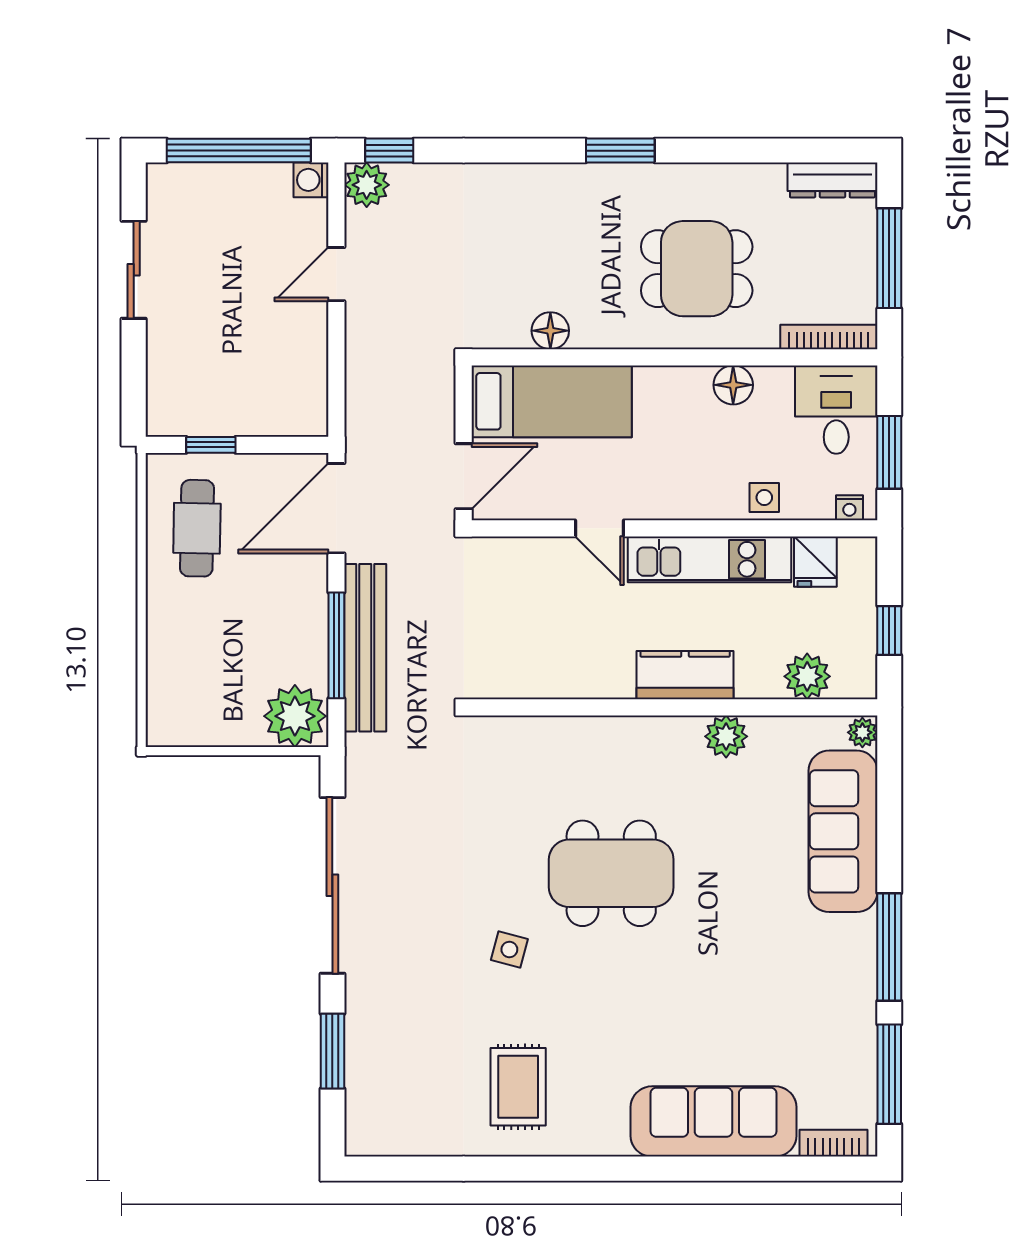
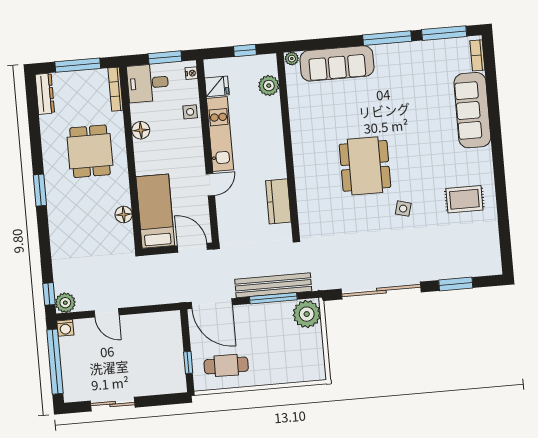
kitchen counter: (685, 675) -> (278, 201), moved
plant: (726, 736) -> (299, 120), removed

